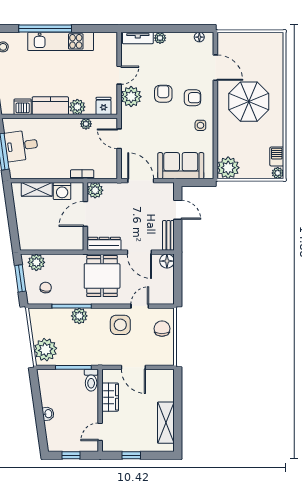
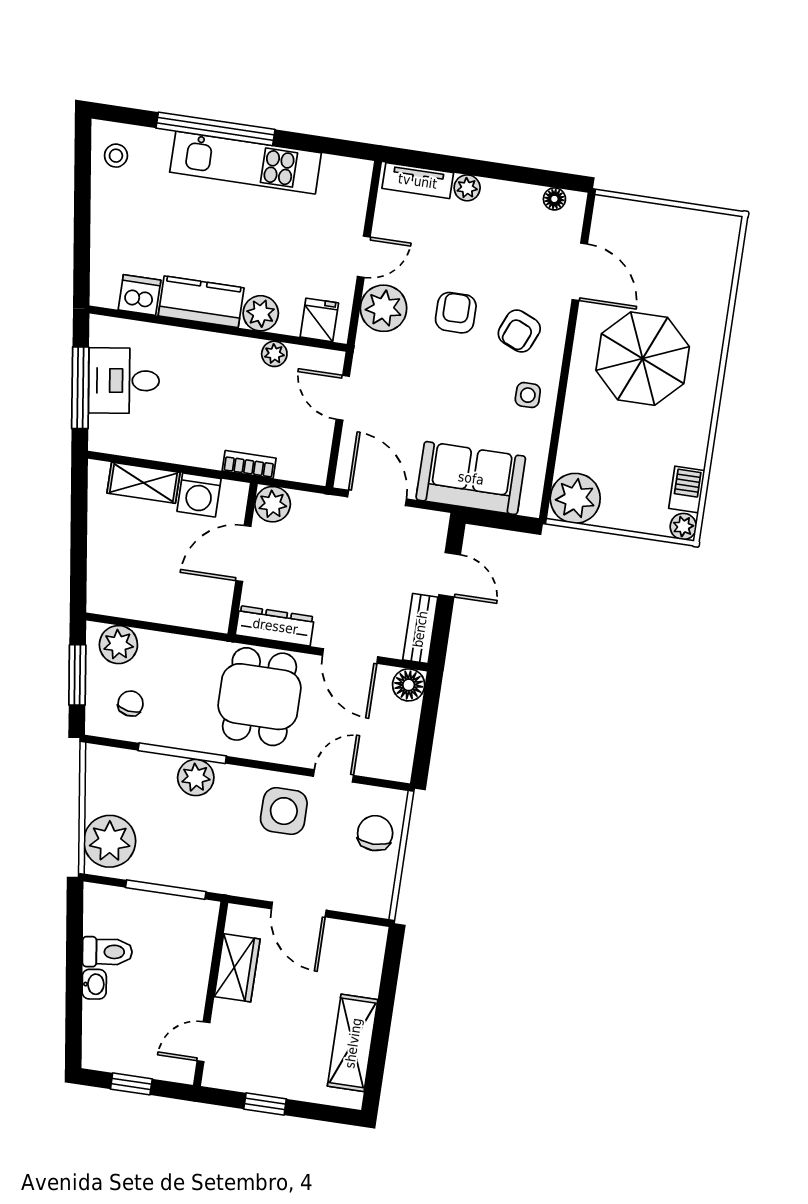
armchair: (192, 98) -> (519, 331), turned 113
toilet: (91, 380) -> (107, 952), moved, turned -98

